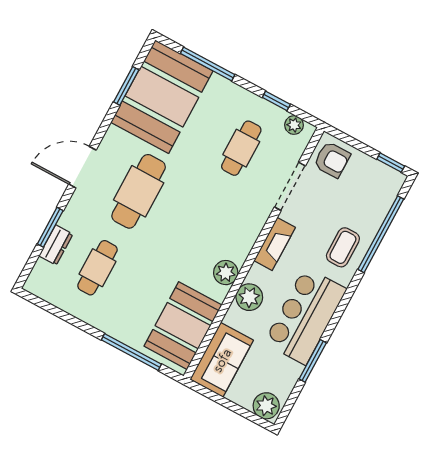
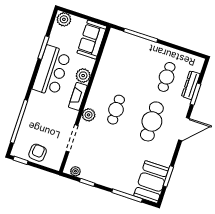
booth: (162, 97) -> (151, 182), width x0.73, depth x0.70
cafe table: (241, 148) -> (116, 110), moved
armchair: (332, 160) -> (38, 153), moved, turned 95
fireplace: (275, 244) -> (78, 96), moved
dresser: (56, 245) -> (191, 85), width x1.44
coffee table: (343, 247) -> (38, 111), removed
plant: (226, 273) -> (89, 115), moved
booth: (183, 326) -> (116, 54), removed

